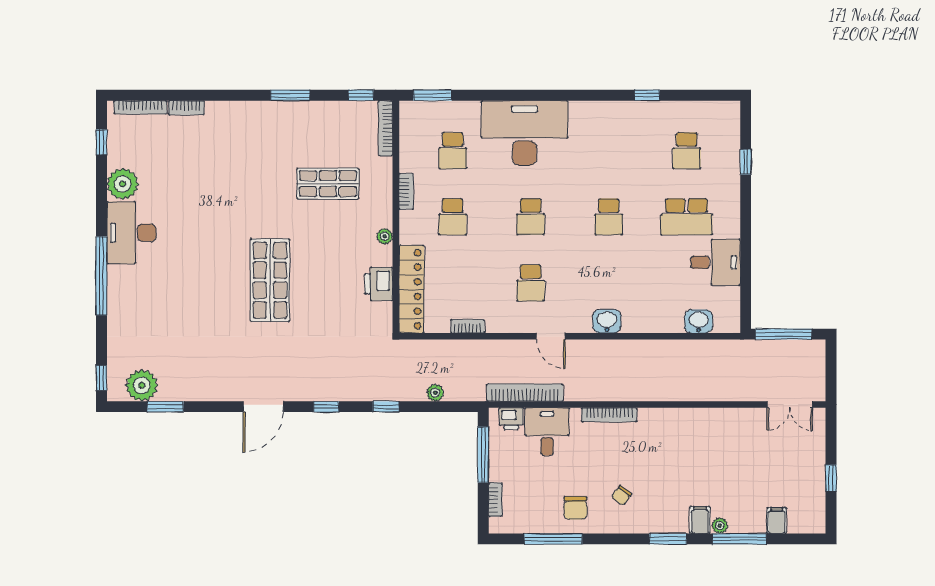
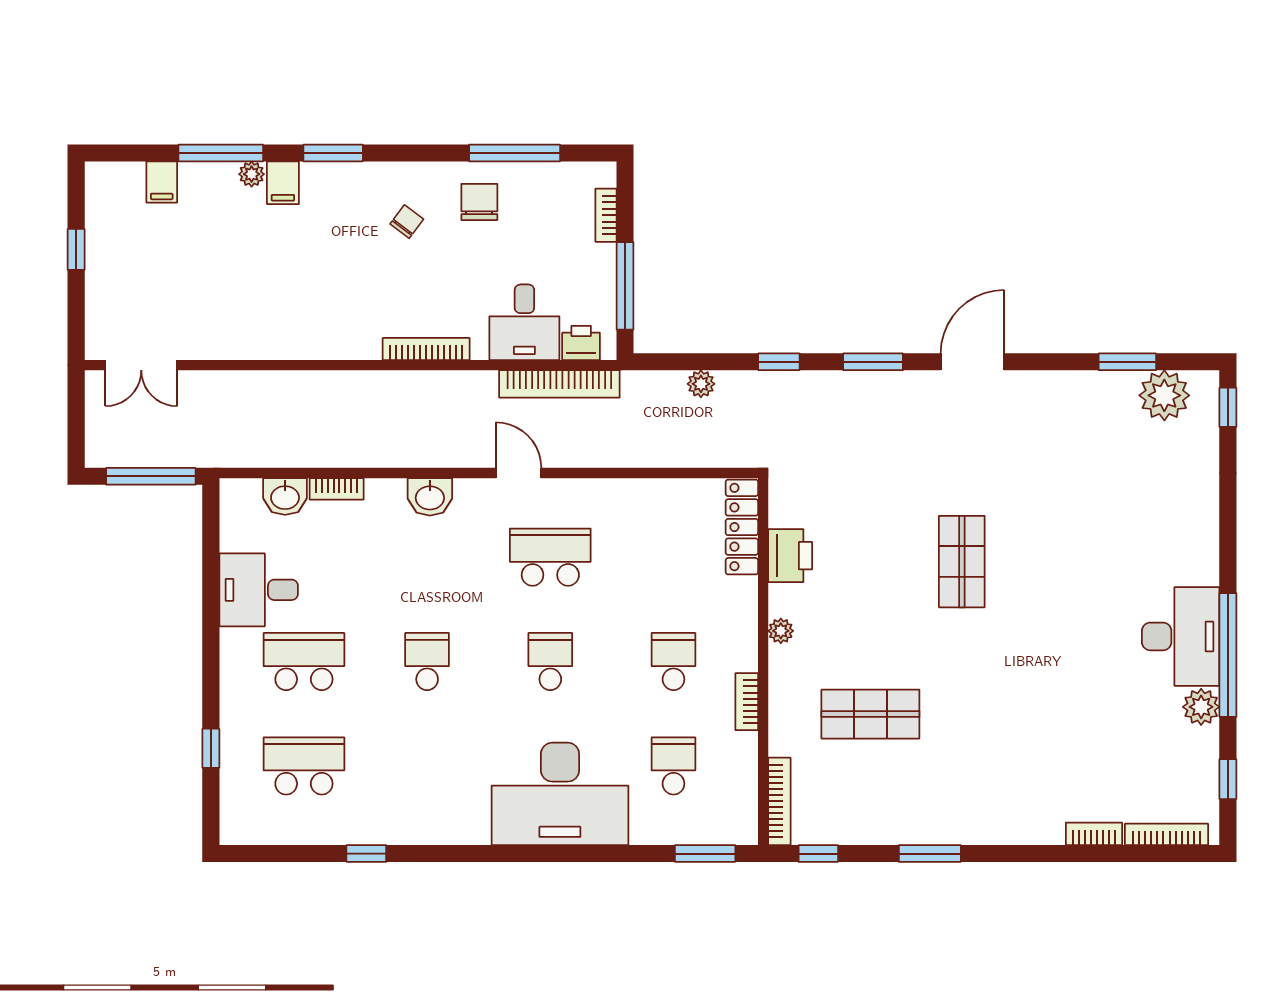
school desk: (687, 151) -> (304, 766), width x1.85
plant: (123, 184) -> (1201, 707), width x0.73, depth x0.73
window: (101, 276) -> (1228, 655), moved
shop shelf: (270, 280) -> (962, 562), width x0.70, depth x0.74
school desk: (531, 283) -> (550, 557), width x1.85
locker: (411, 289) -> (742, 527), width x0.71, depth x0.83
bookcase: (468, 326) -> (337, 489), moved
double door: (790, 405) -> (141, 365), swing flipped
window: (326, 407) -> (873, 362), width x1.50

